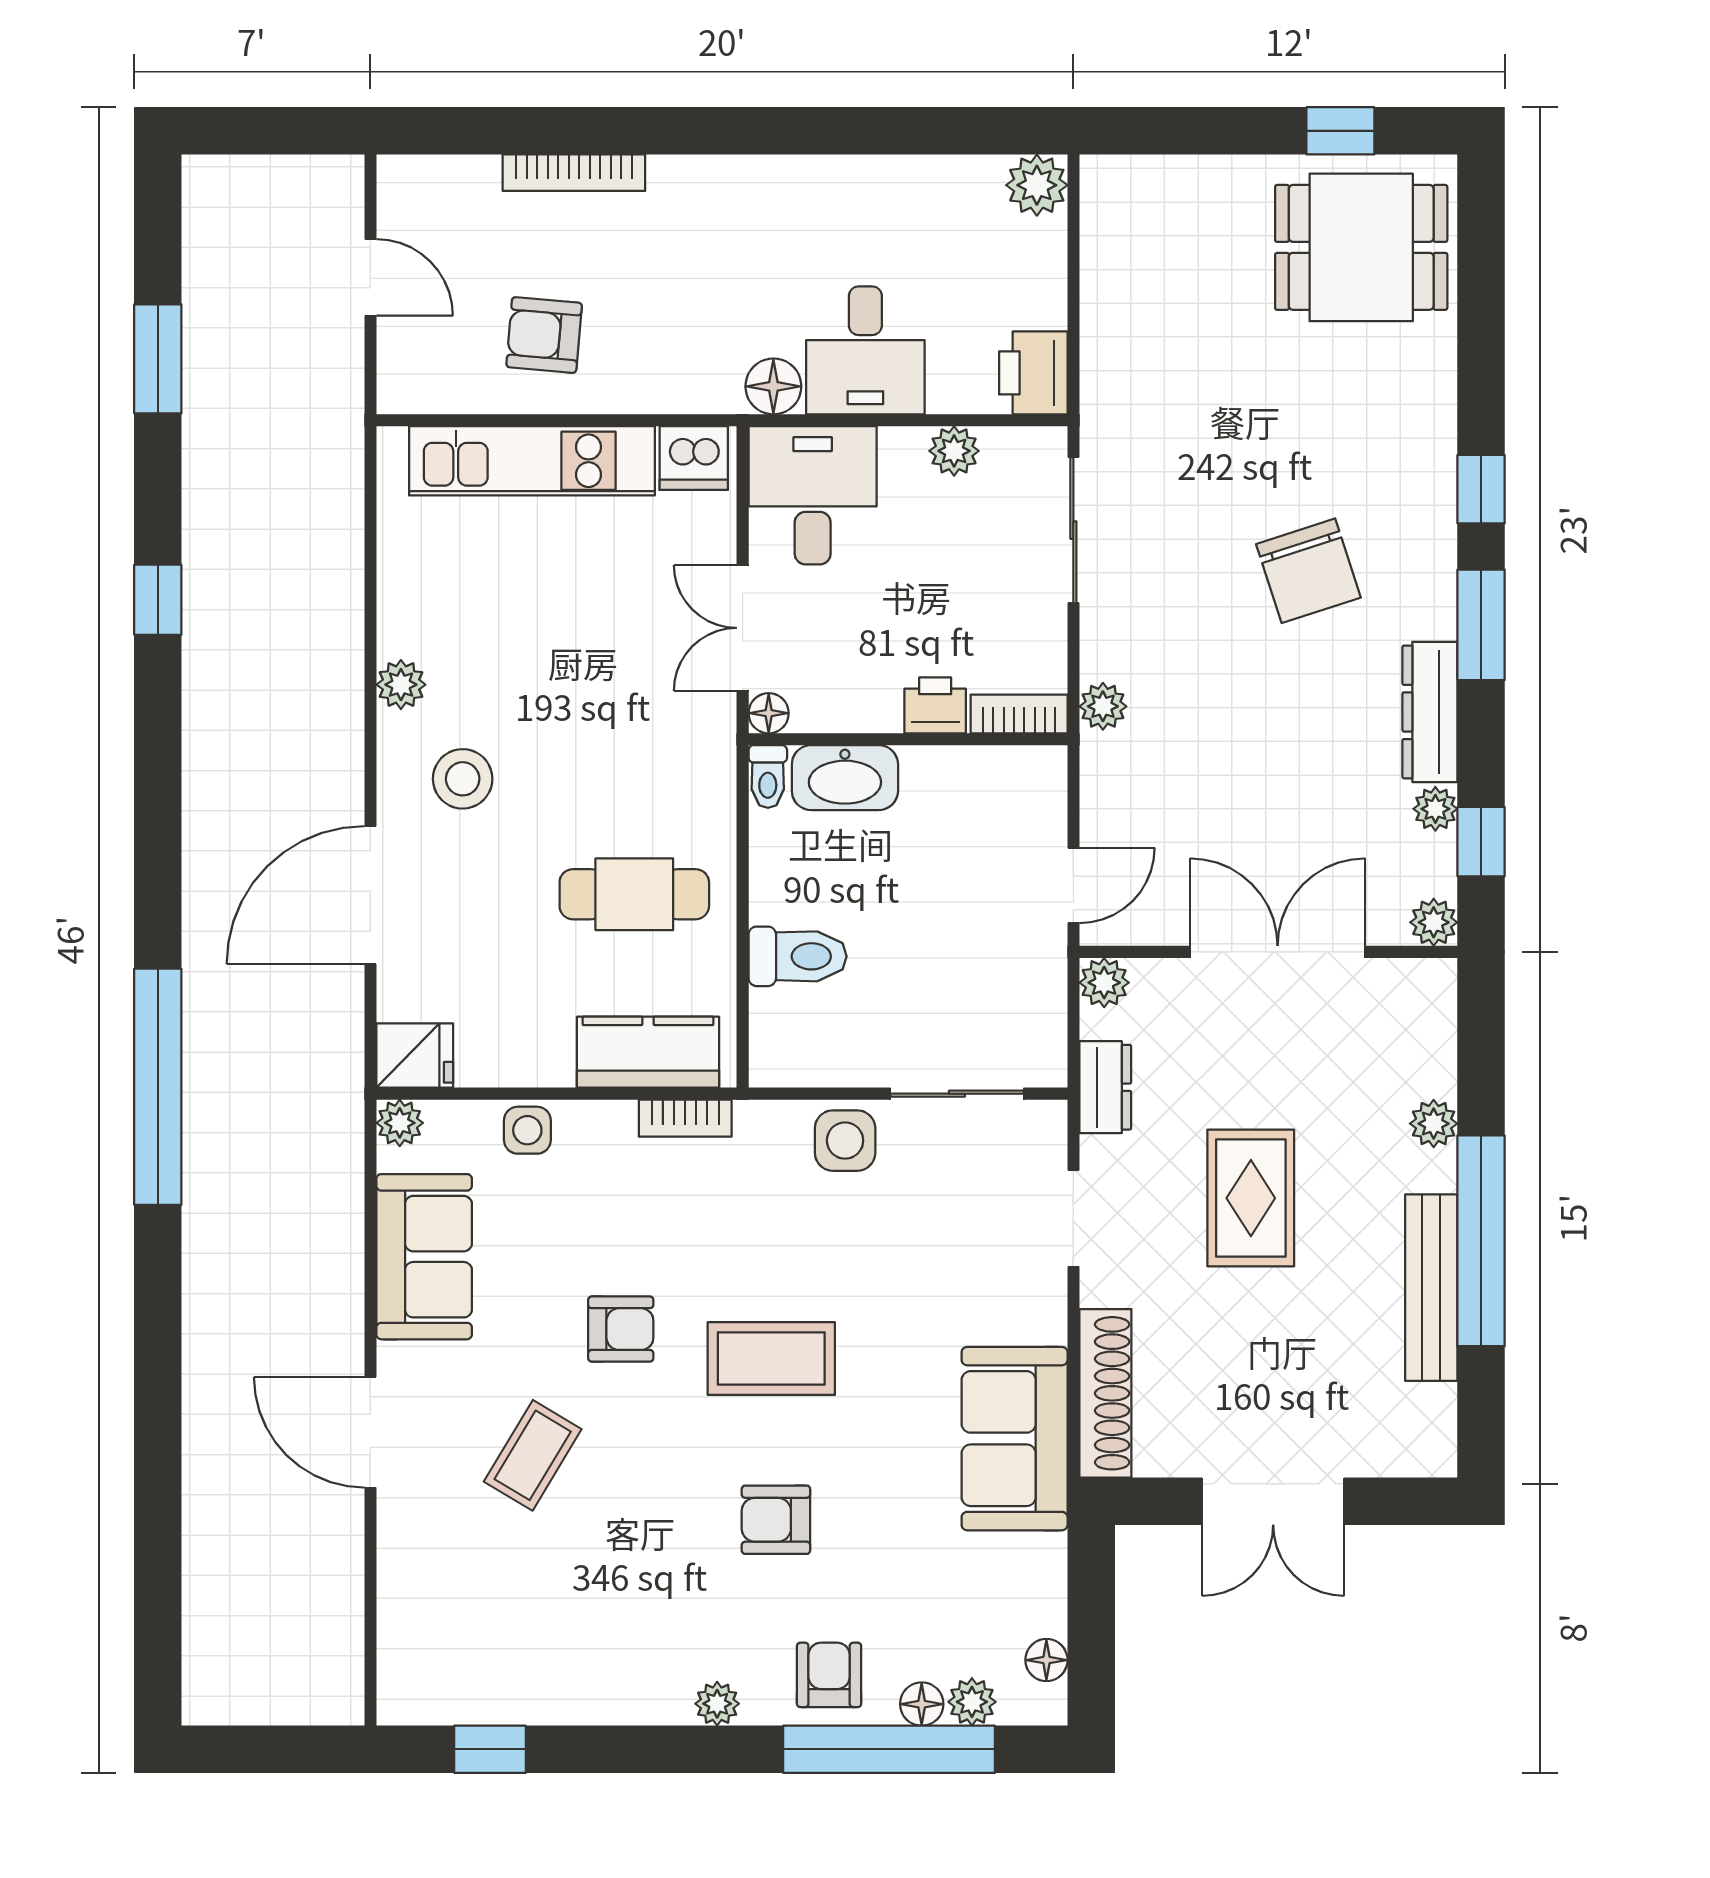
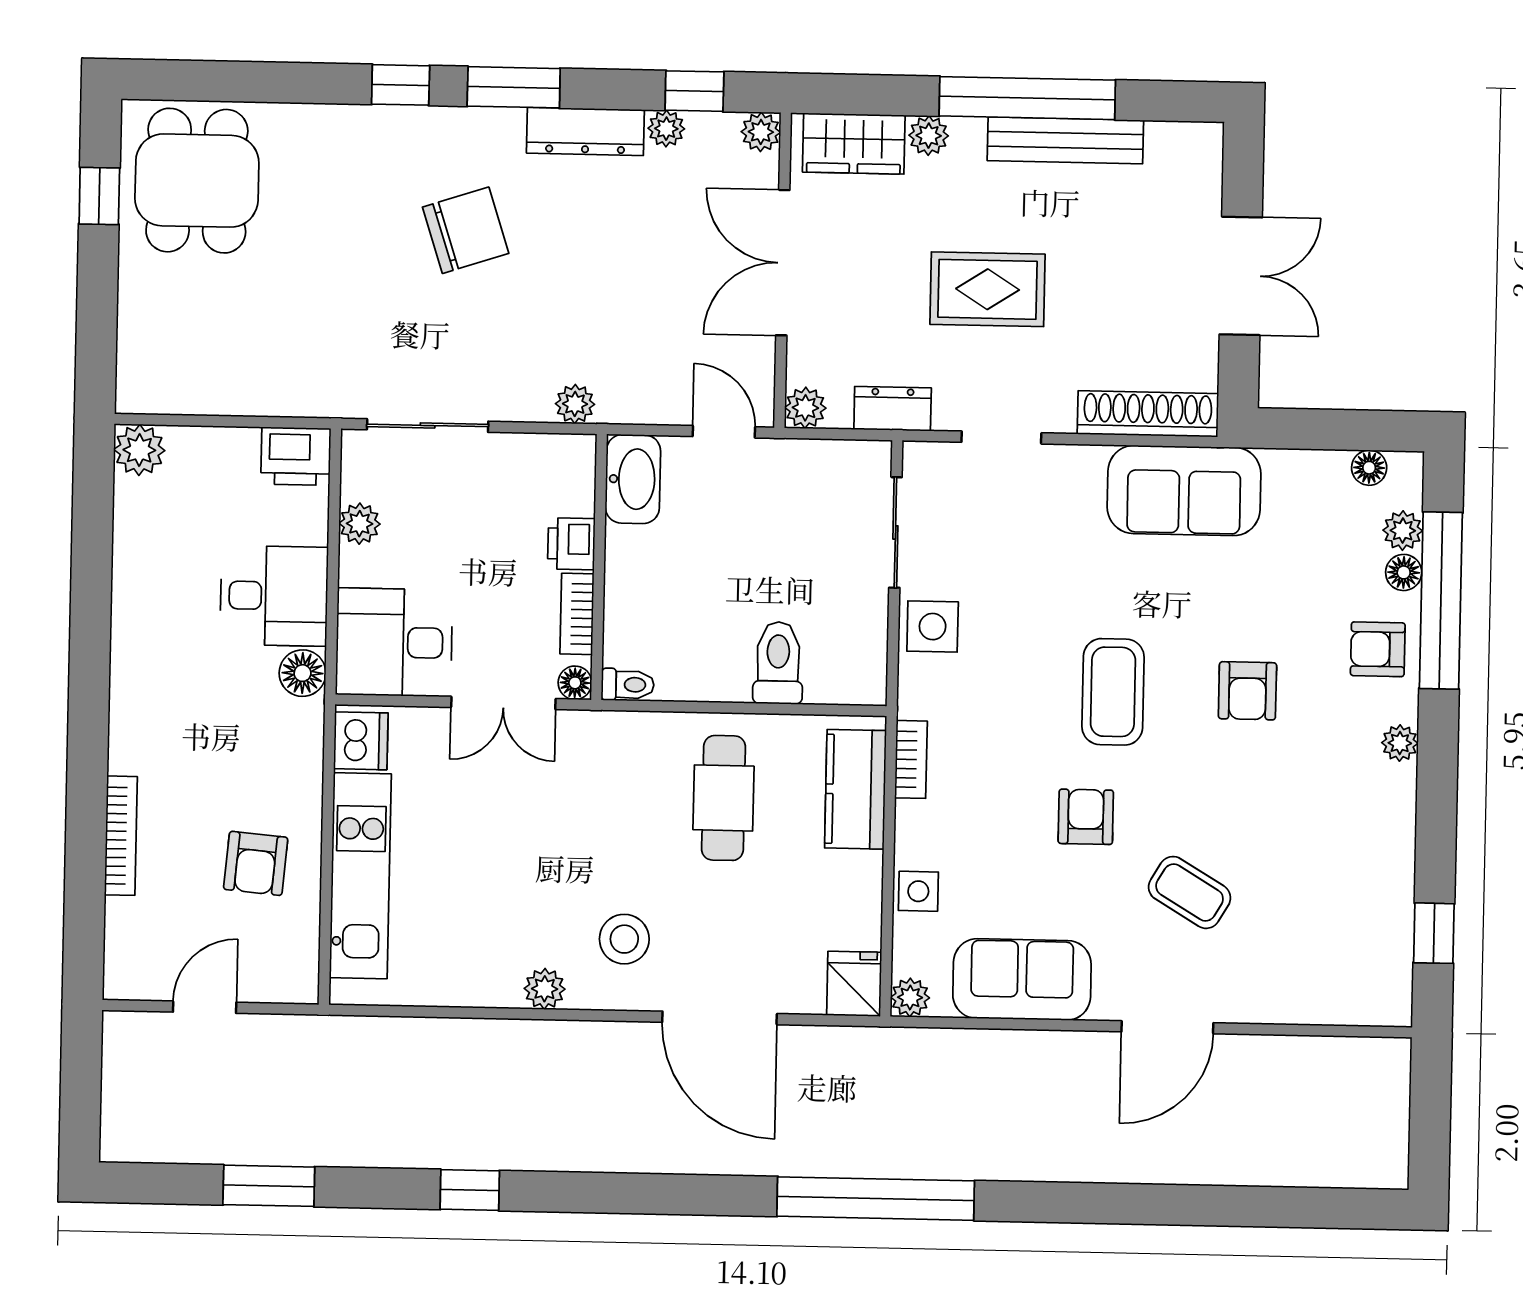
bookcase: (1019, 714) -> (577, 614), moved
washbasin: (845, 778) -> (633, 479), moved
wardrobe: (1422, 1034) -> (854, 144), added

